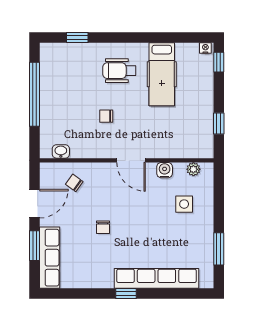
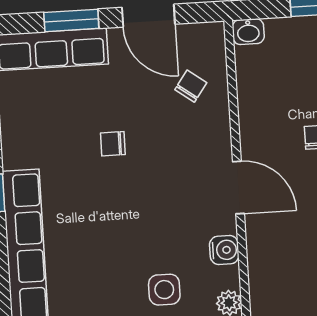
washbasin: (61, 151) -> (248, 32), moved, turned 90
door: (131, 160) -> (238, 188), swing flipped

